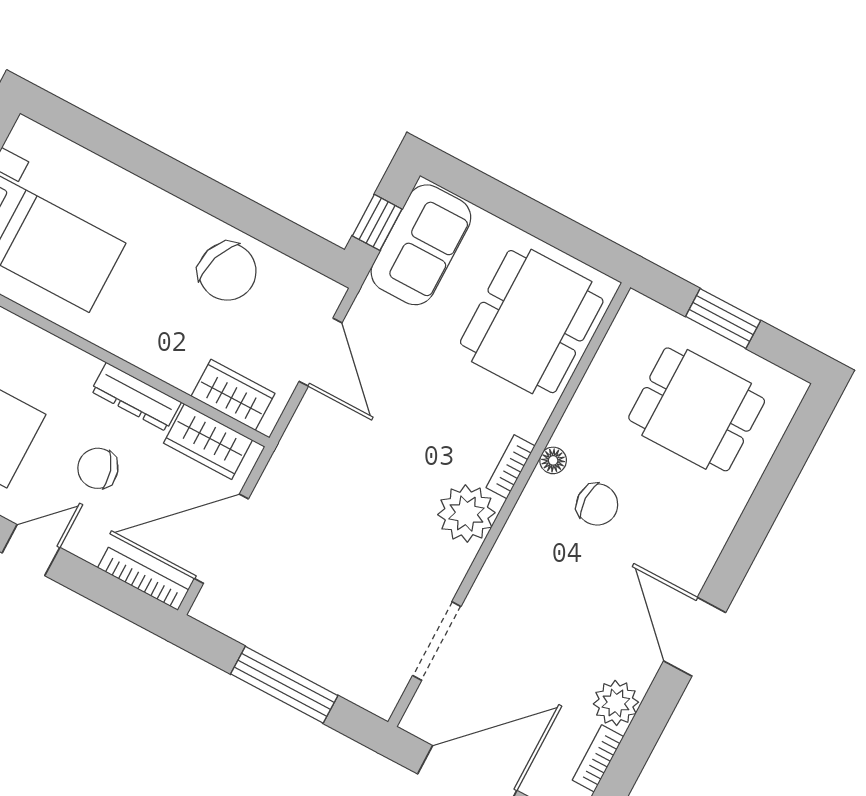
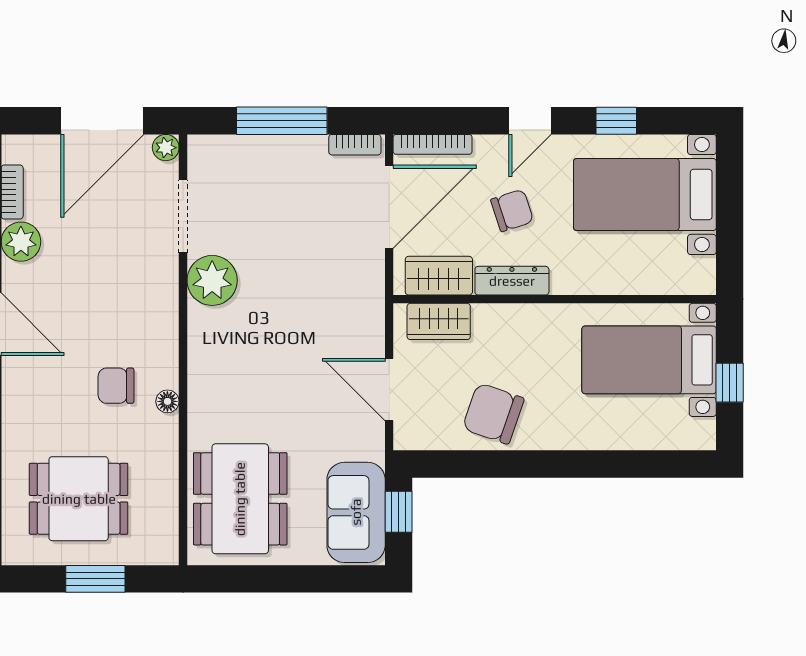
bookcase: (511, 467) -> (355, 145), moved, turned 90
plant: (466, 514) -> (212, 280), moved
plant: (417, 720) -> (166, 148), added

